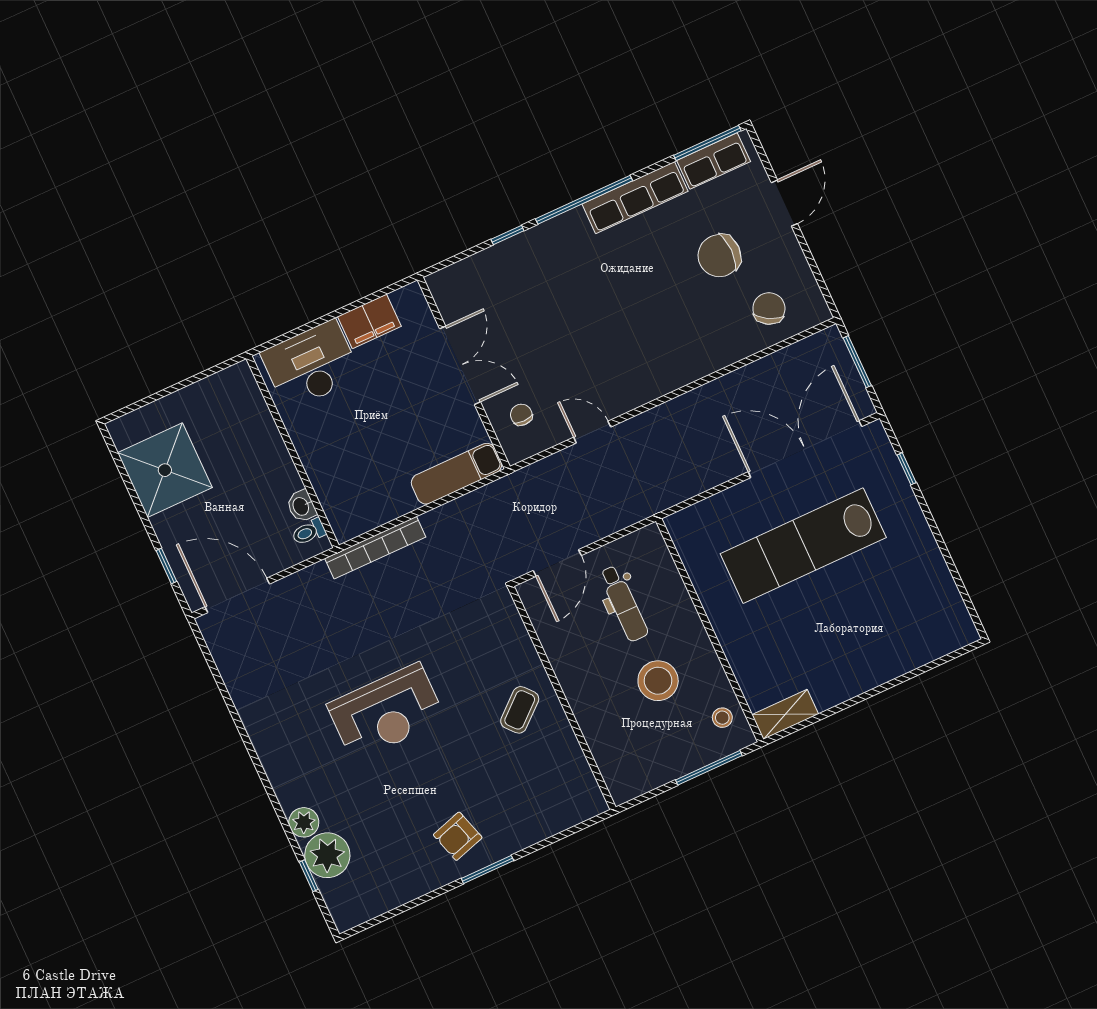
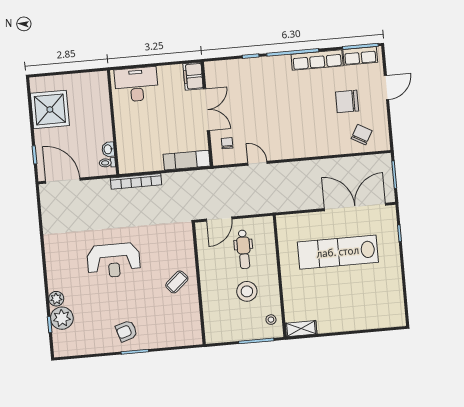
filing cabinet: (369, 321) -> (193, 76), moved, turned 90

